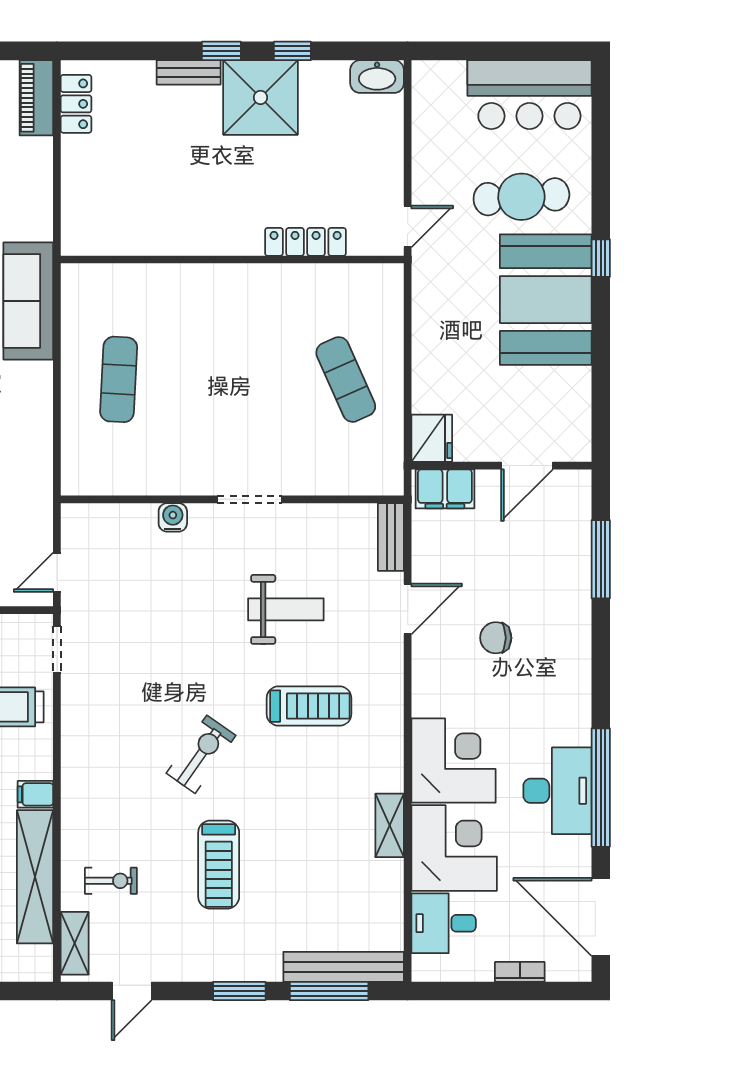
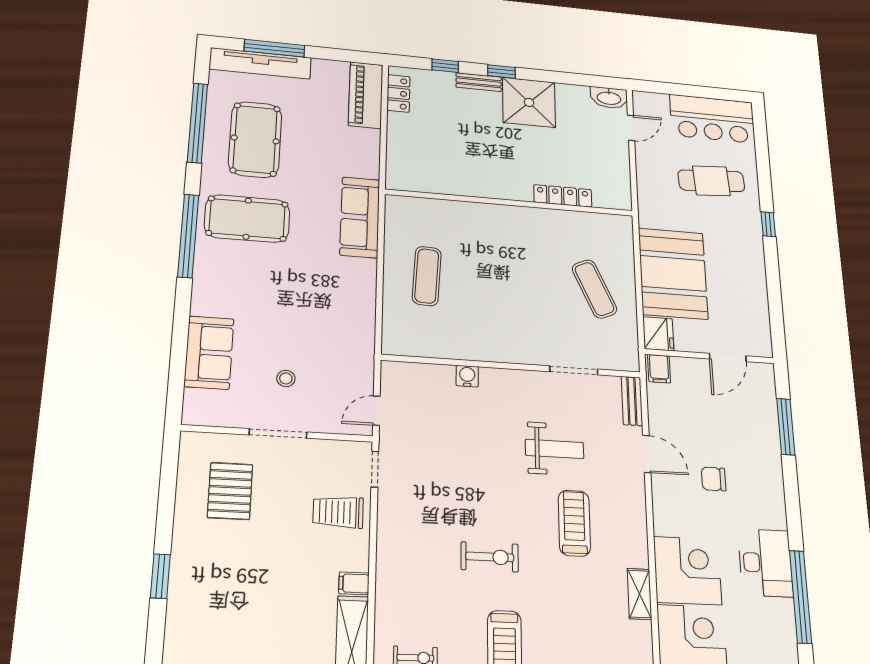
window: (292, 51) -> (445, 66), moved
piano: (36, 98) -> (366, 95), width x1.37, depth x1.33
door: (408, 227) -> (631, 128), moved
booth: (546, 300) -> (673, 273), moved
filing cabinet: (445, 489) -> (659, 369), width x0.50
doorway: (250, 499) -> (574, 370), moved
door: (408, 609) -> (647, 454), hinge flipped
treadmill: (309, 706) -> (574, 523), turned -90
exercise bike: (201, 754) -> (490, 557), turned 55
desk: (557, 791) -> (765, 563), moved
shelving: (390, 825) -> (639, 594), moved

